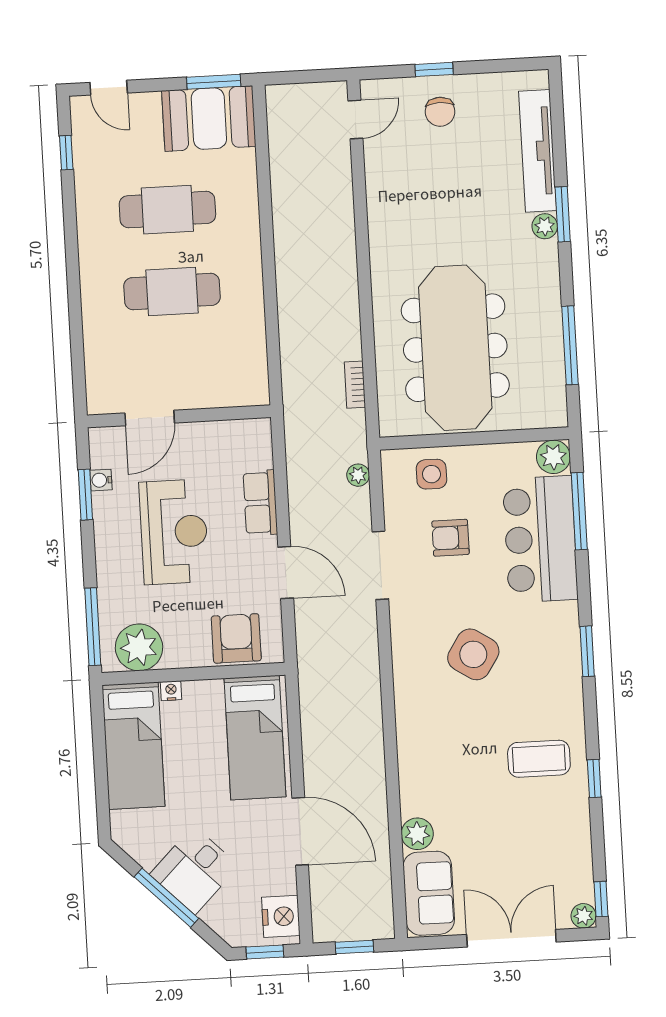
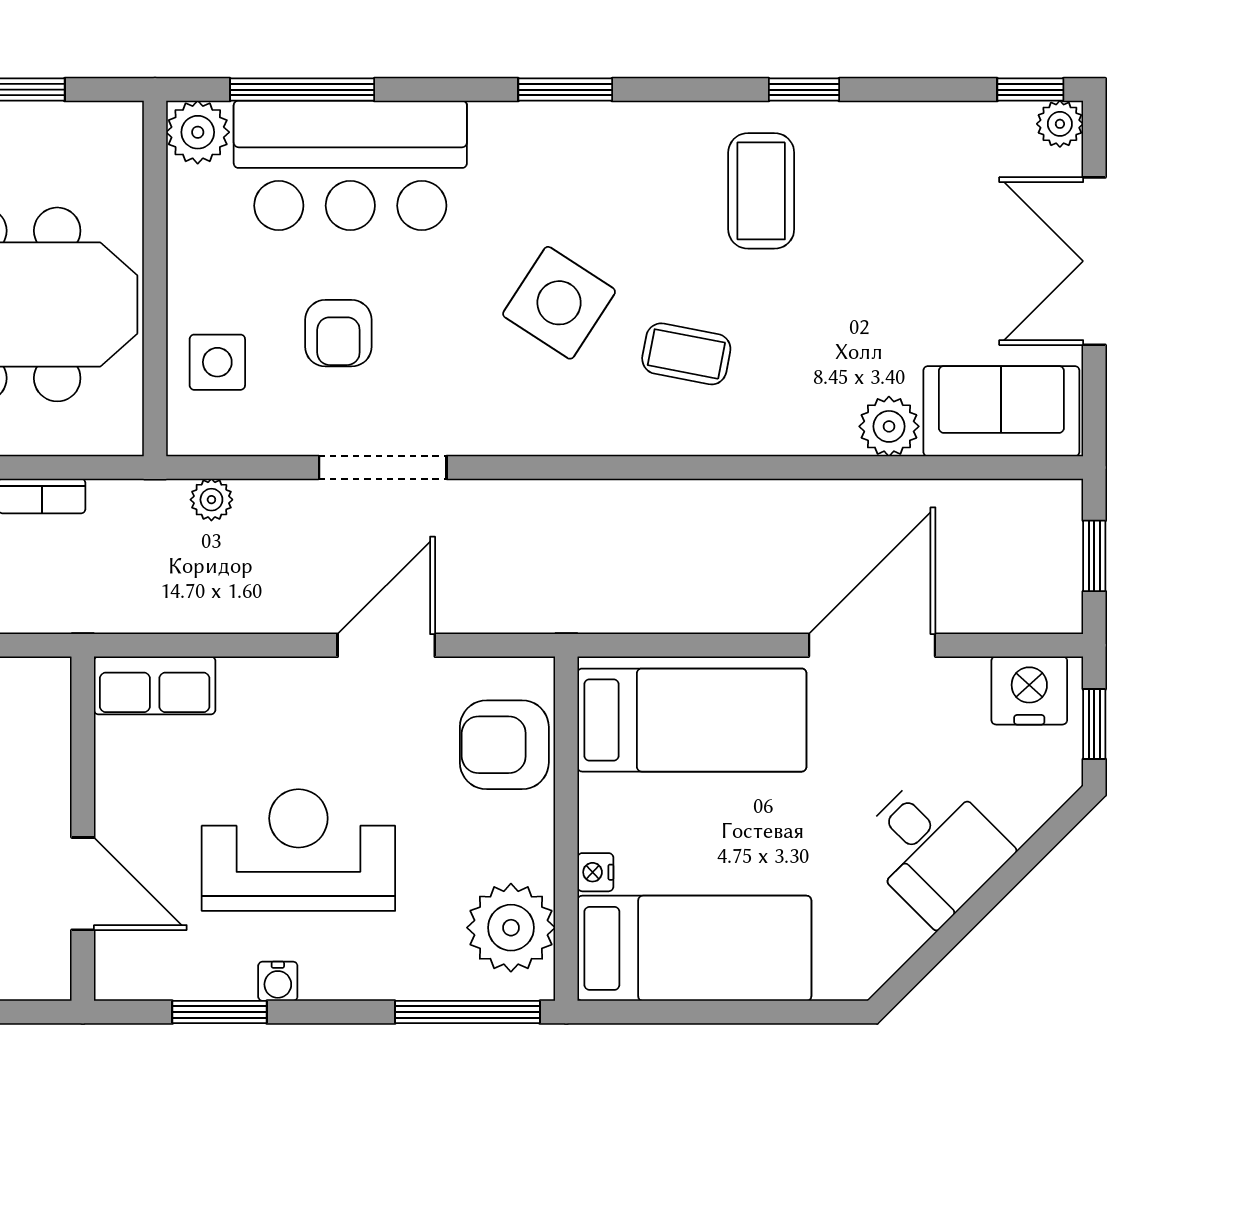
water cooler: (101, 480) -> (278, 981), moved
row of seats: (260, 503) -> (155, 685), moved
coffee table: (450, 724) -> (686, 354), added
window: (166, 898) -> (982, 903), removed

